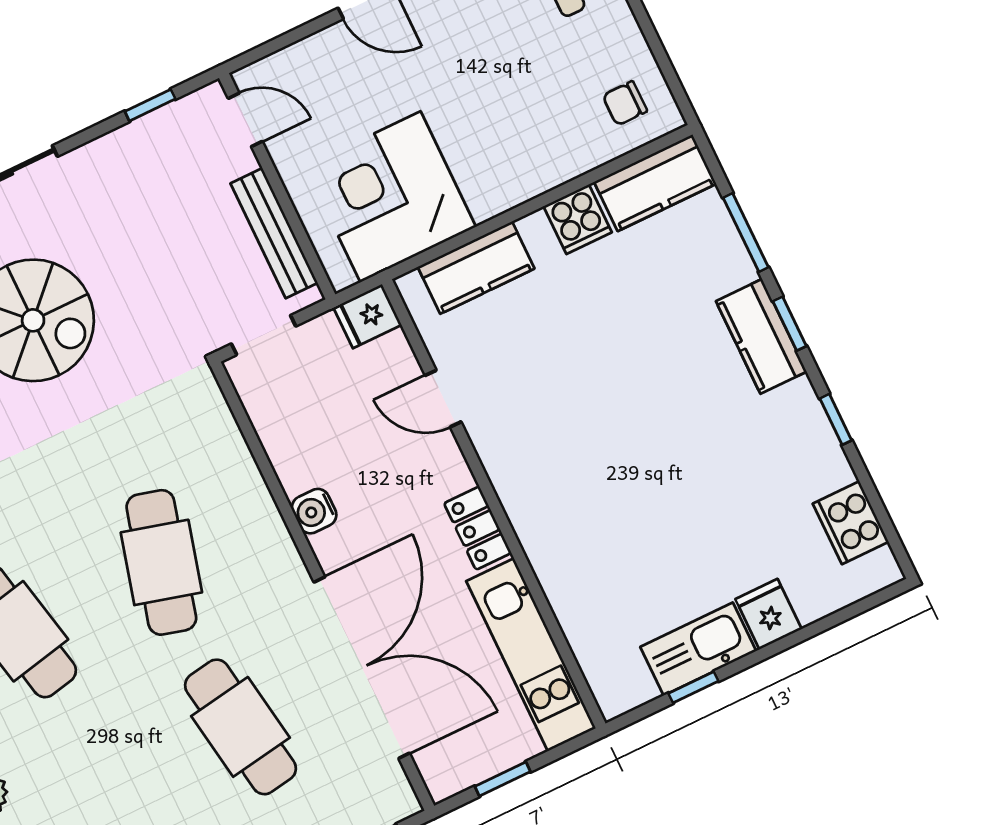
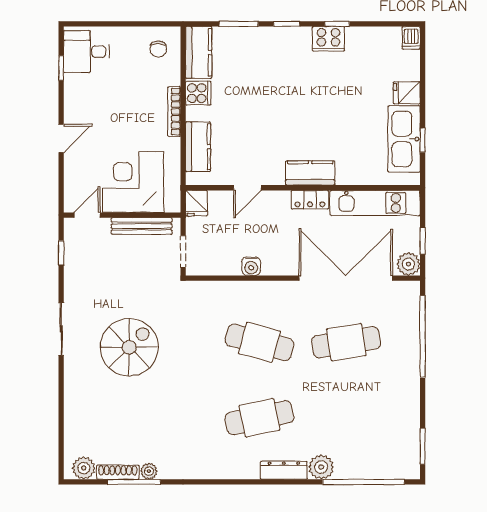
bookcase: (521, 190) -> (174, 112), added
corner desk: (390, 197) -> (133, 182), moved, turned 90
kitchen counter: (761, 336) -> (310, 173), moved, turned 180
water cooler: (314, 511) -> (251, 266), moved
cooker: (851, 523) -> (328, 39), moved
dishwasher: (877, 572) -> (411, 38), added
kitchen sink: (698, 649) -> (404, 139), width x1.36, depth x1.24
plant: (446, 774) -> (409, 264), added

